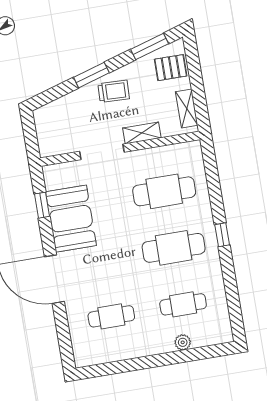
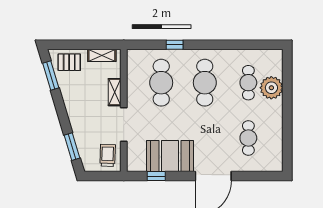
pallet: (171, 68) -> (69, 62), turned 90
window: (91, 75) -> (72, 147), moved
trolley: (114, 91) -> (108, 155), moved
window: (222, 235) -> (175, 45), moved
plant: (183, 342) -> (271, 88), width x1.88, depth x1.88

